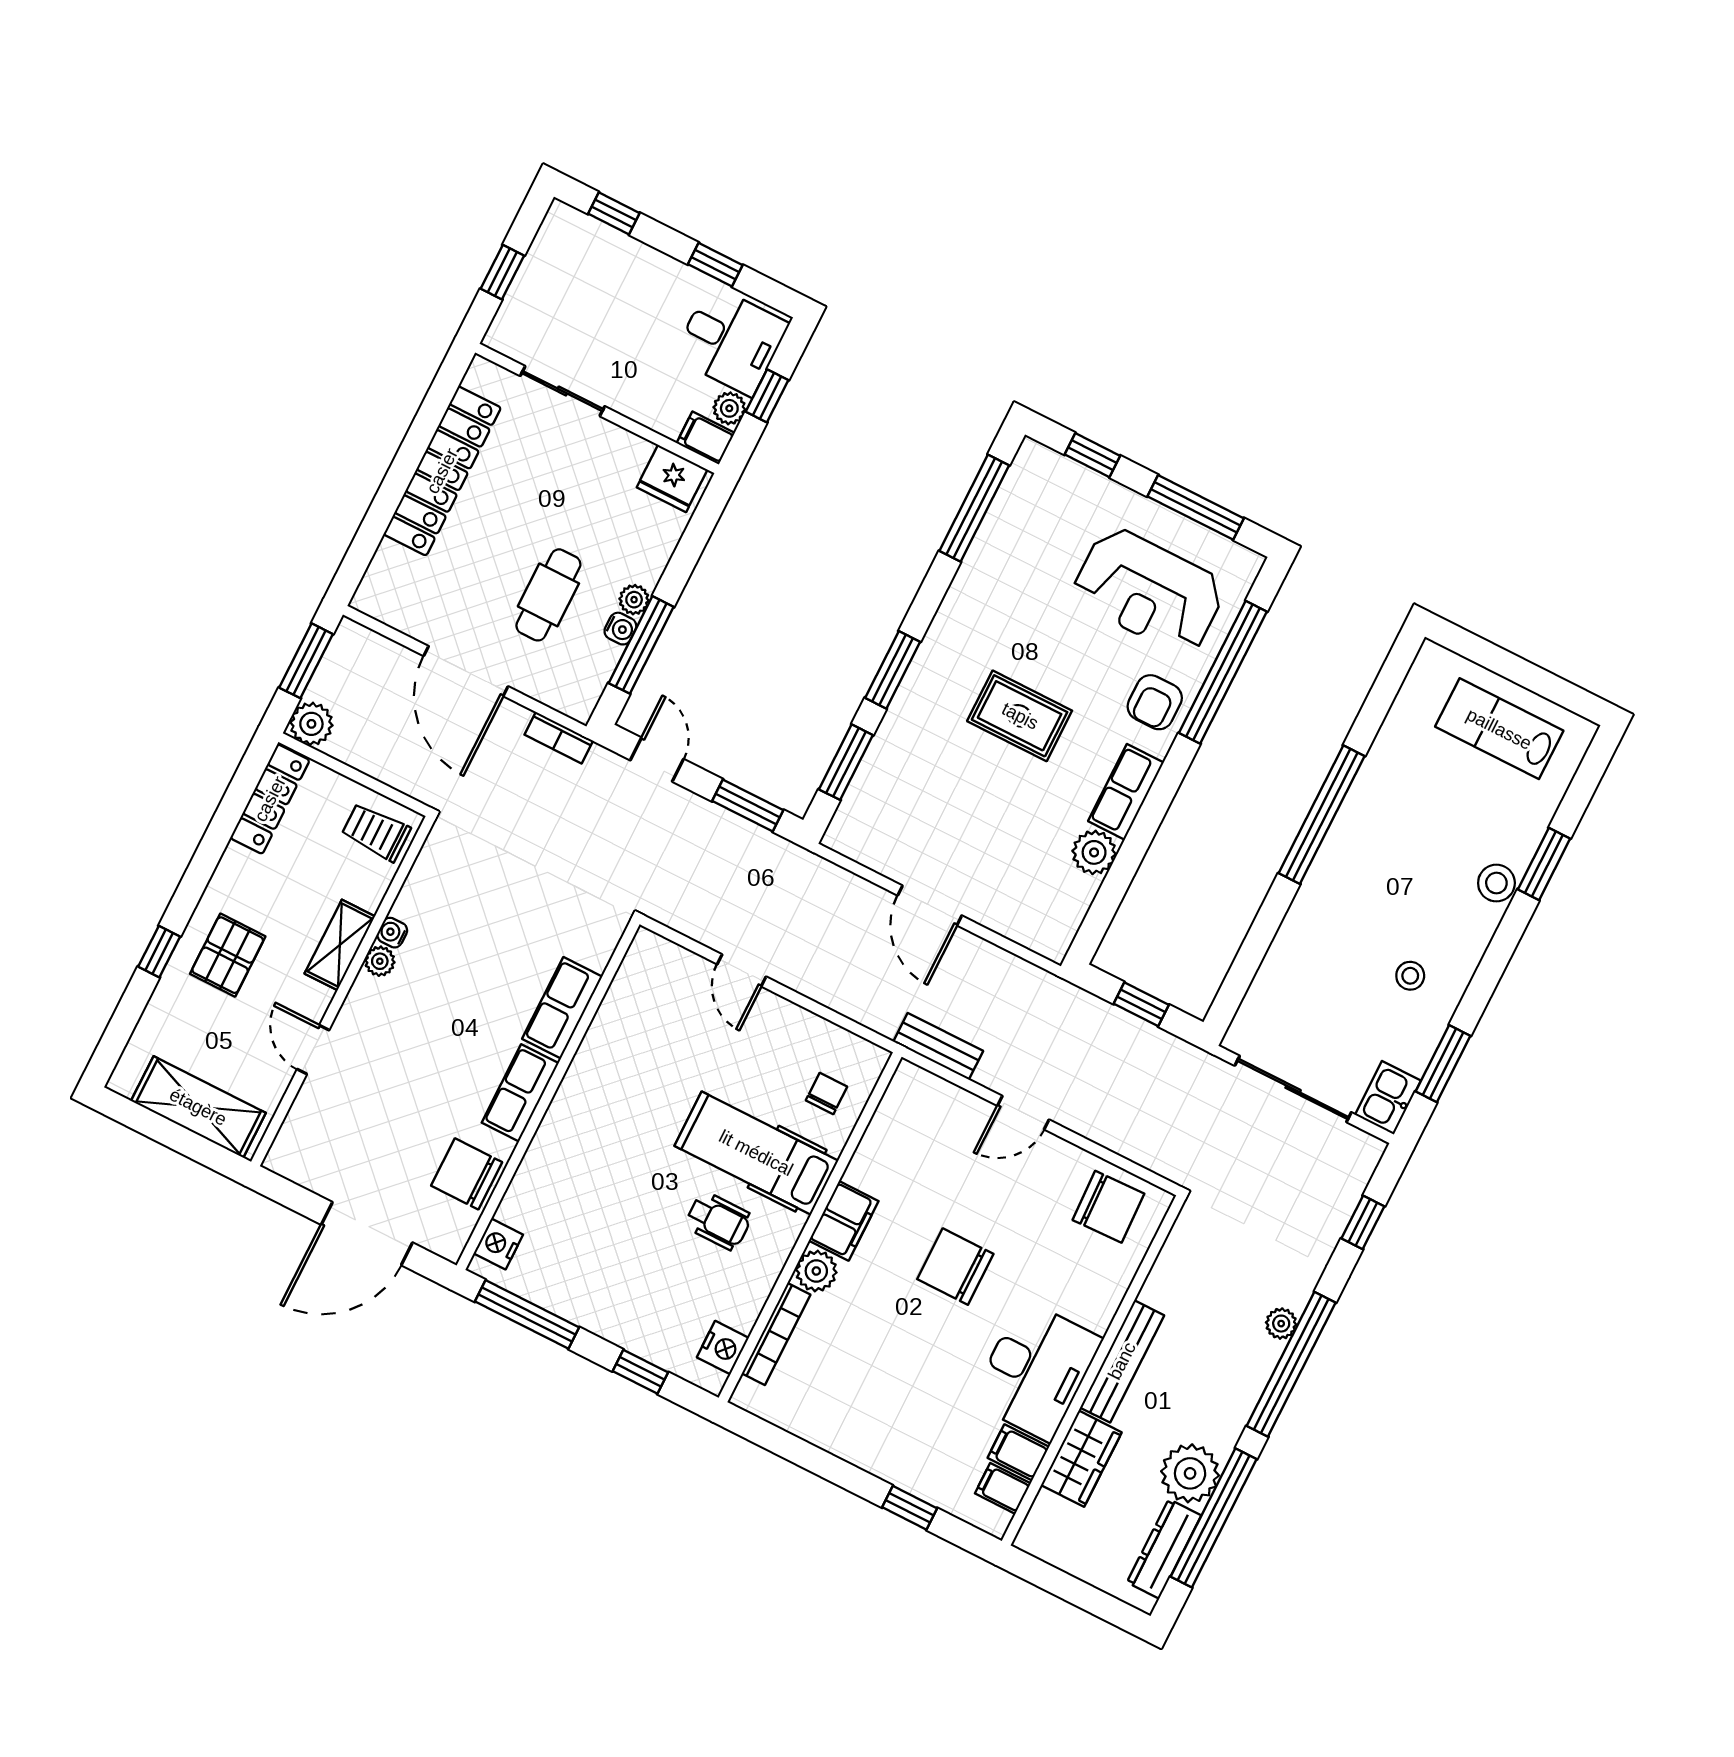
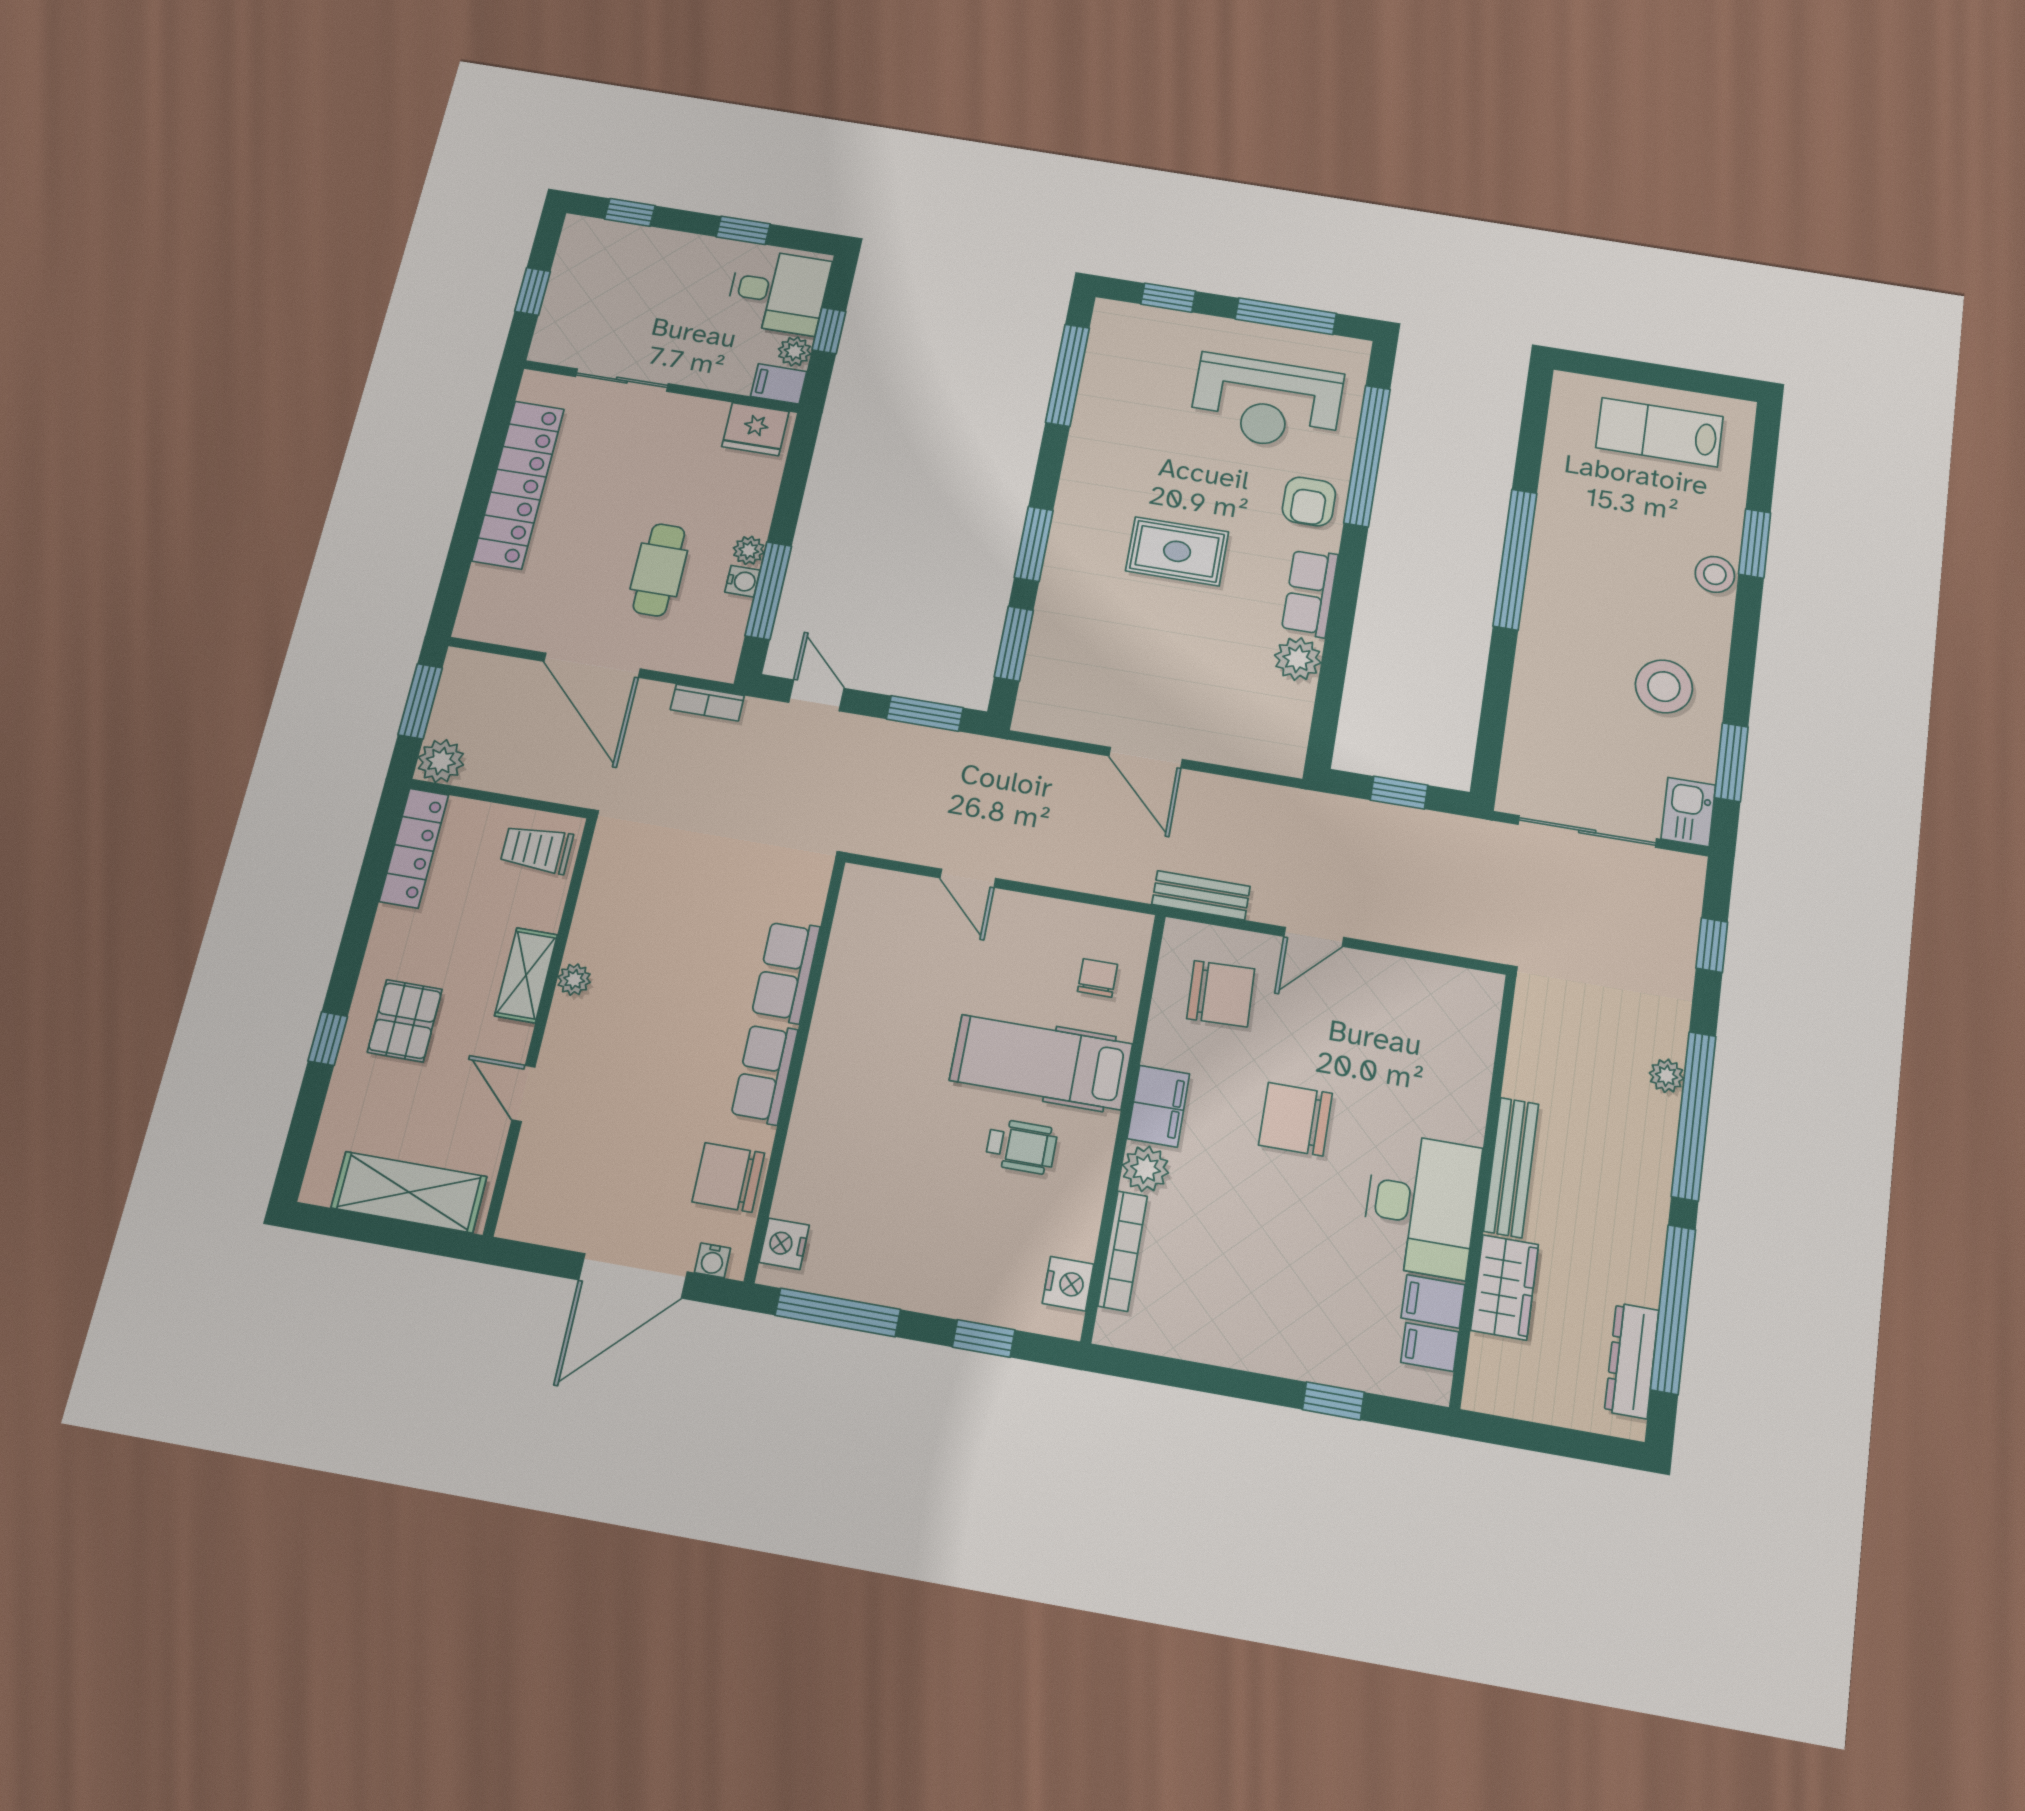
water cooler: (392, 933) -> (712, 1260), moved, turned -90
stool: (1410, 976) -> (1664, 686), width x1.89, depth x1.89
chair: (1108, 1207) -> (1221, 994), moved
plant: (1190, 1473) -> (1629, 1267), removed

